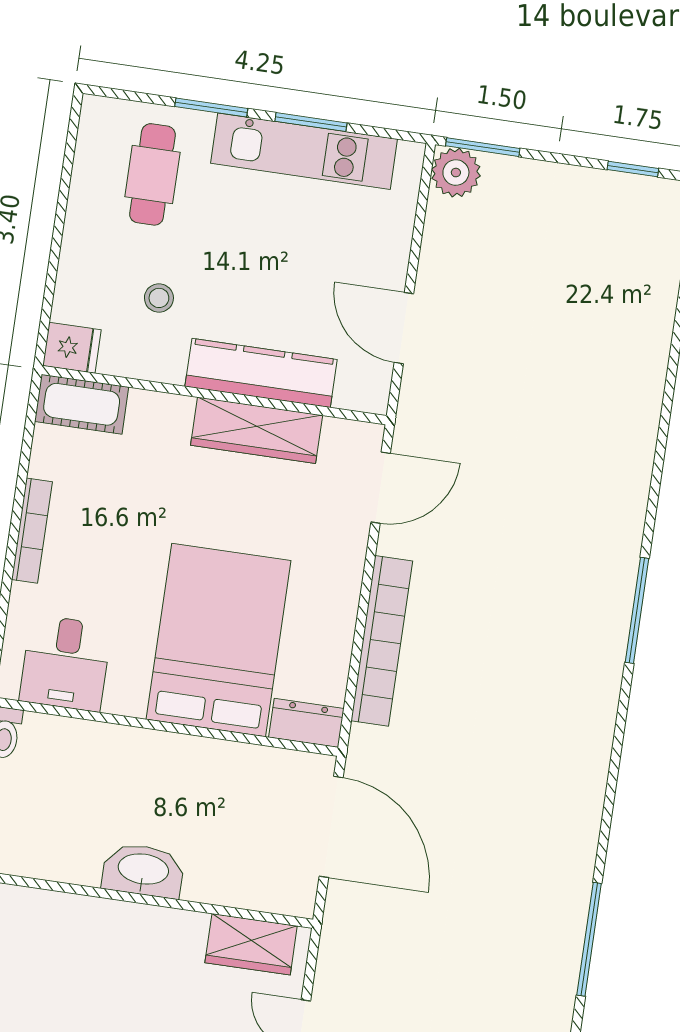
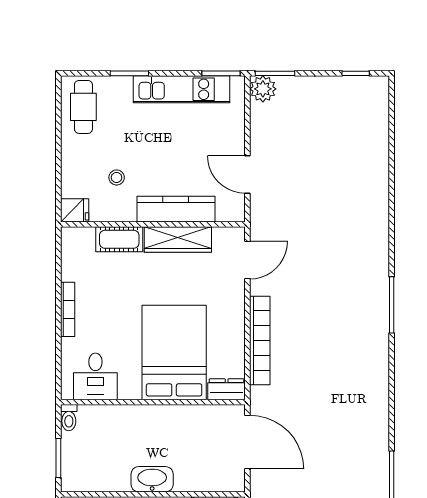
window: (311, 122) -> (221, 73), moved
cafe table: (152, 174) -> (83, 107), moved
cot: (82, 404) -> (119, 239), moved

